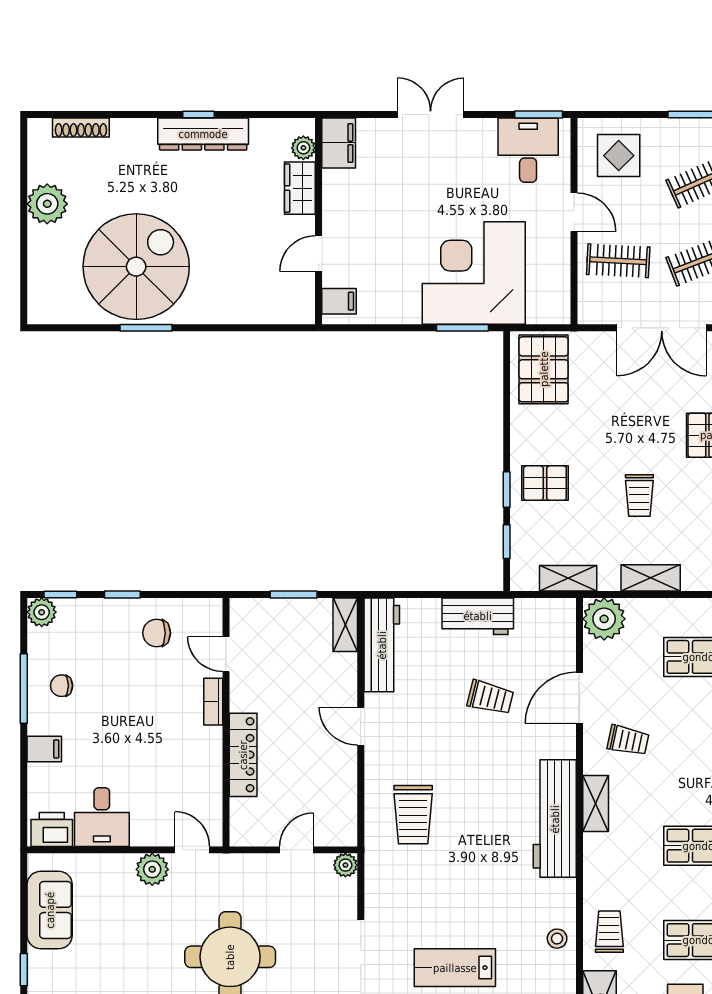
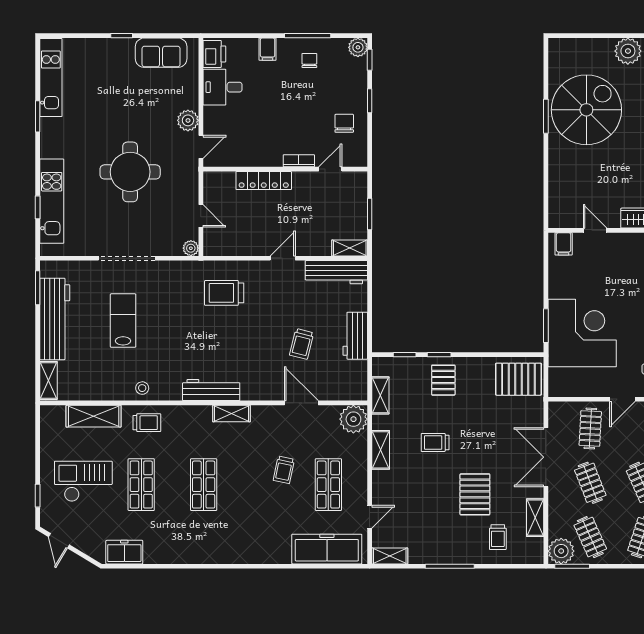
spiral stairs: (136, 267) -> (586, 110), turned -90
trolley: (628, 740) -> (284, 470), moved
workbench: (555, 819) -> (211, 390), width x0.73, depth x0.76

